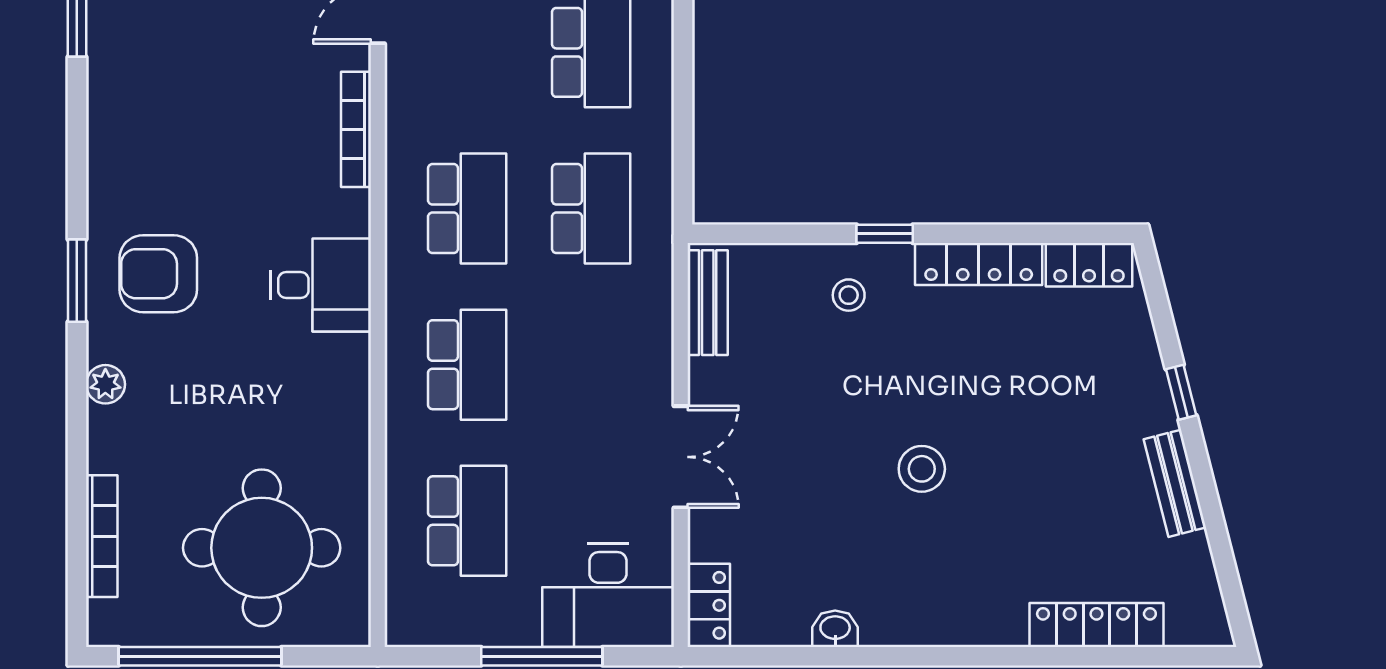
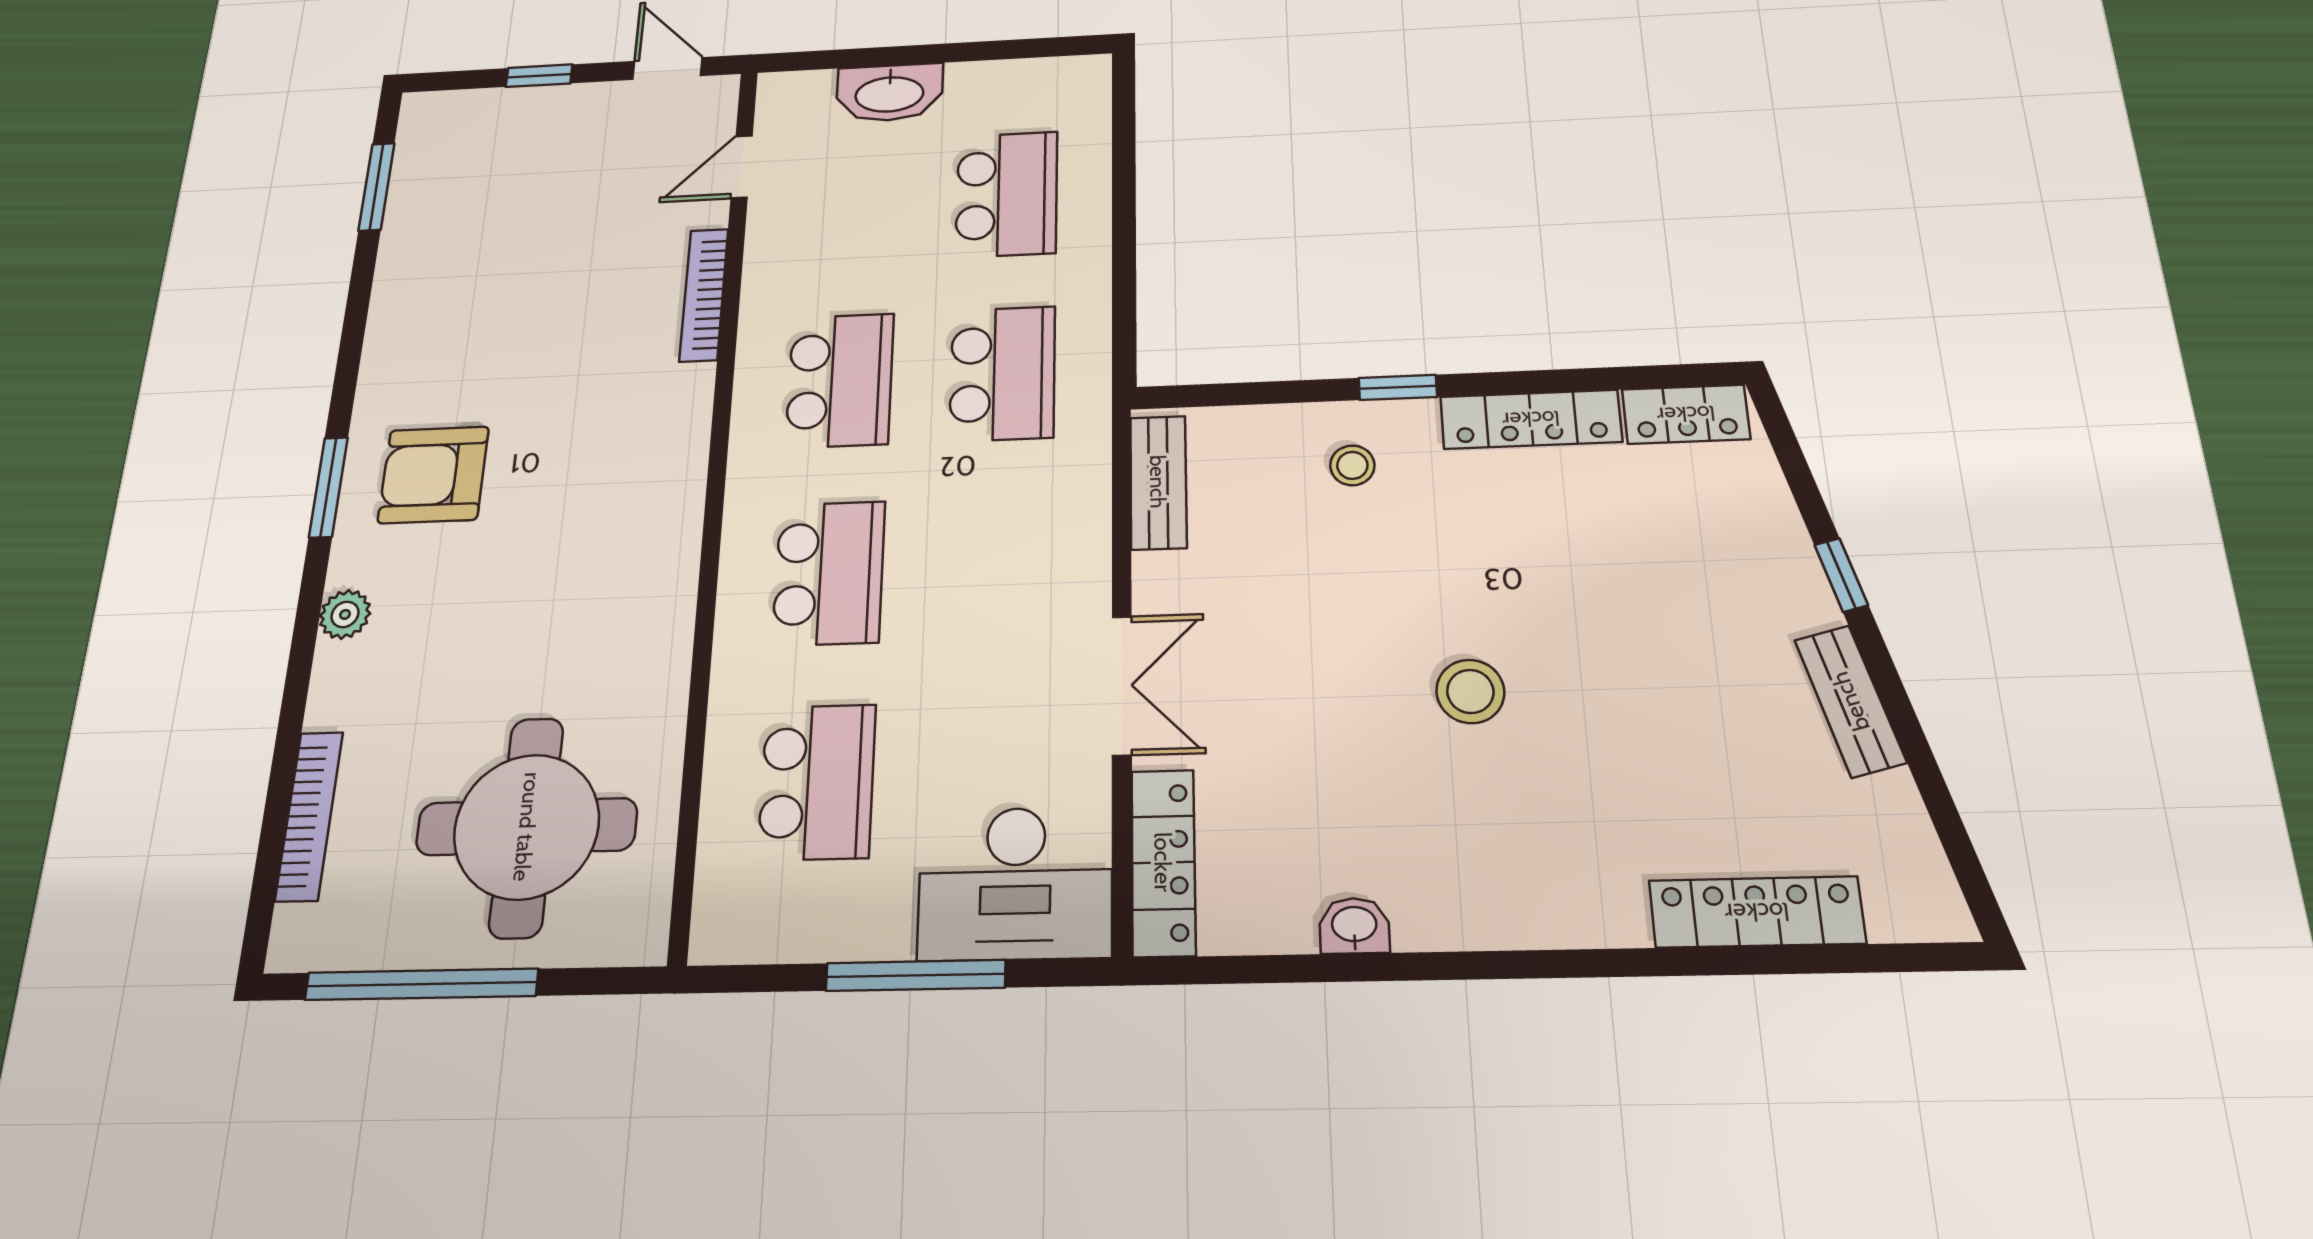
desk: (321, 285) -> (642, 480), removed
locker: (709, 605) -> (1163, 862), width x1.53

